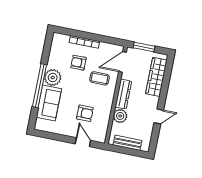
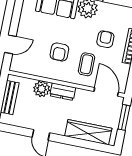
dresser: (123, 94) -> (63, 92), width x0.70
armchair: (85, 113) -> (59, 52), moved

